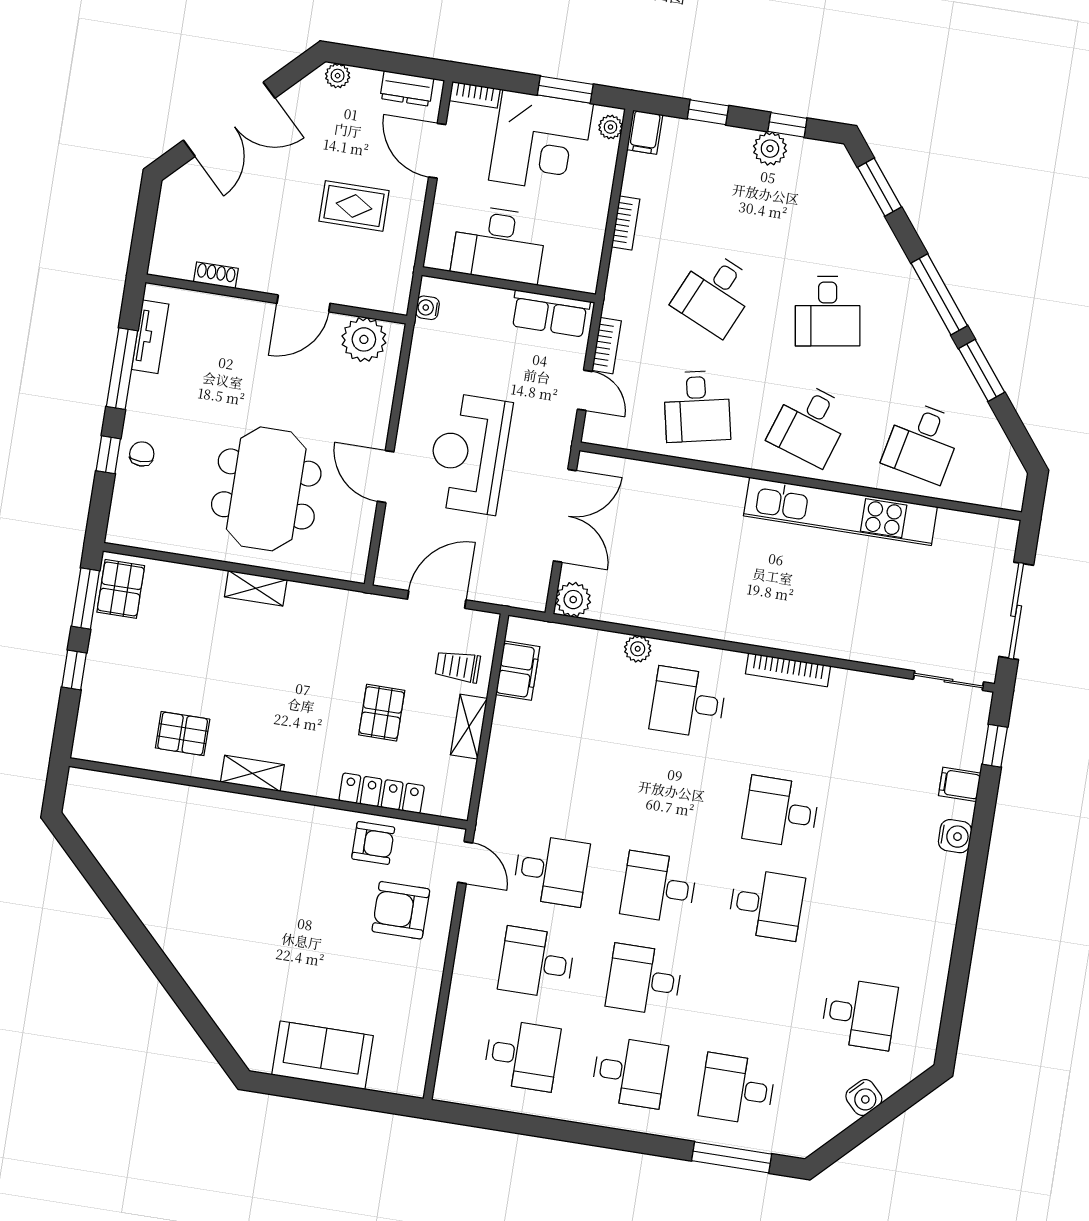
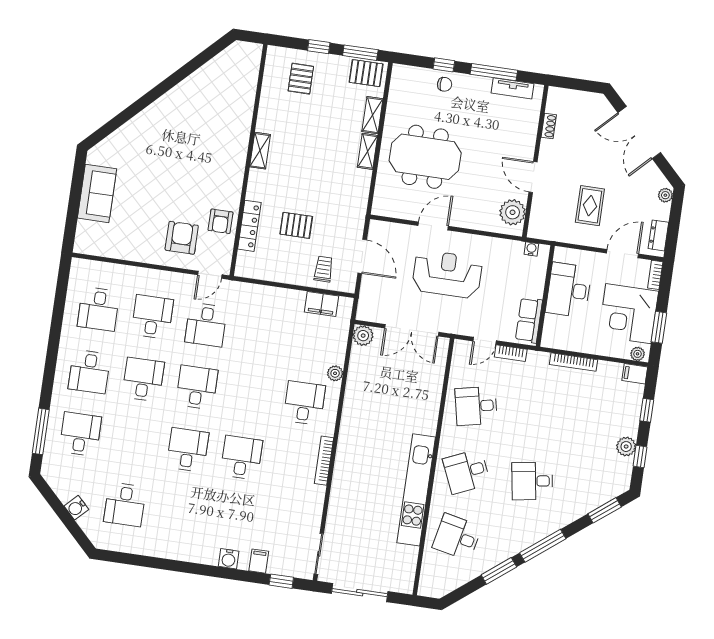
bookcase: (626, 223) -> (574, 362), width x1.56
desk: (715, 293) -> (542, 416), removed
desk: (810, 424) -> (467, 472), turned -42
shelving: (469, 727) -> (372, 115), moved, turned 90
pallet: (183, 734) -> (301, 79), moved
desk: (766, 904) -> (188, 450), turned 180

